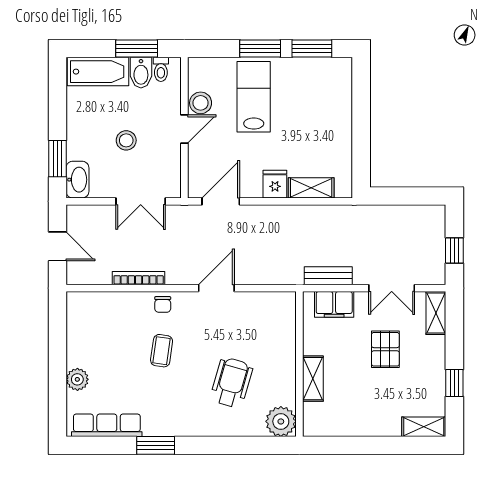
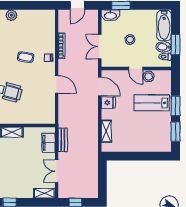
lab bench: (254, 97) -> (152, 103), turned 180
fridge: (275, 184) -> (108, 103), moved
pallet: (385, 349) -> (26, 168), removed

